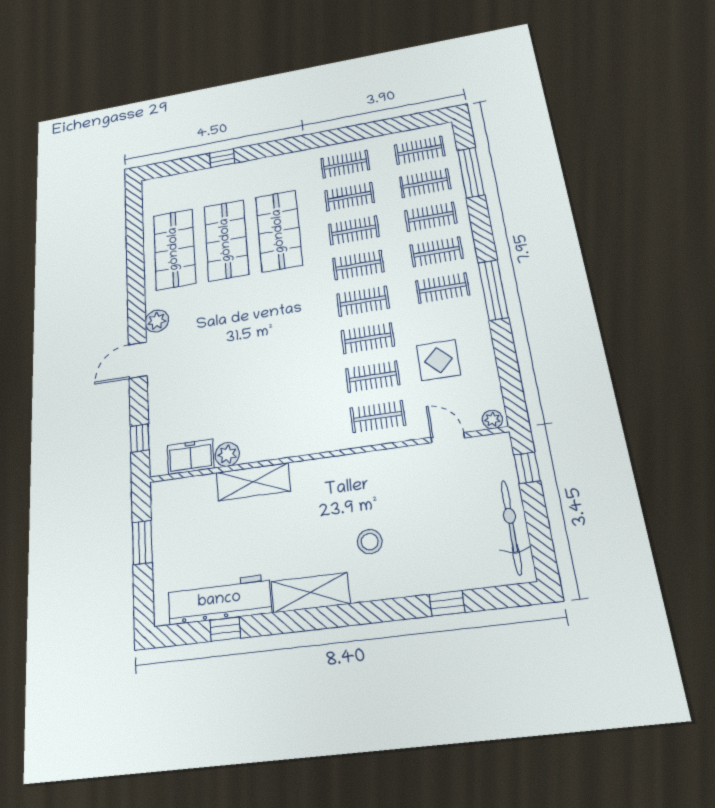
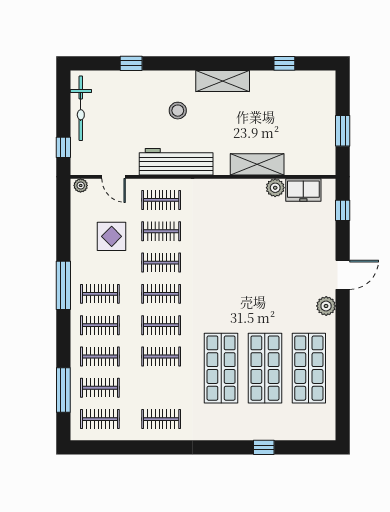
clothes rail: (349, 197) -> (161, 388), removed
workbench: (219, 600) -> (176, 162), moved, turned 180

